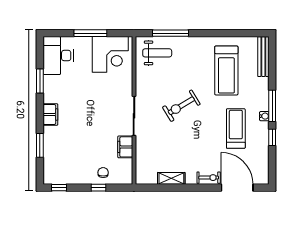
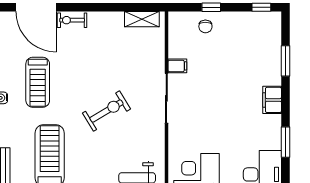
filing cabinet: (125, 147) -> (177, 66), width x0.50
shelving: (171, 178) -> (142, 19), moved

